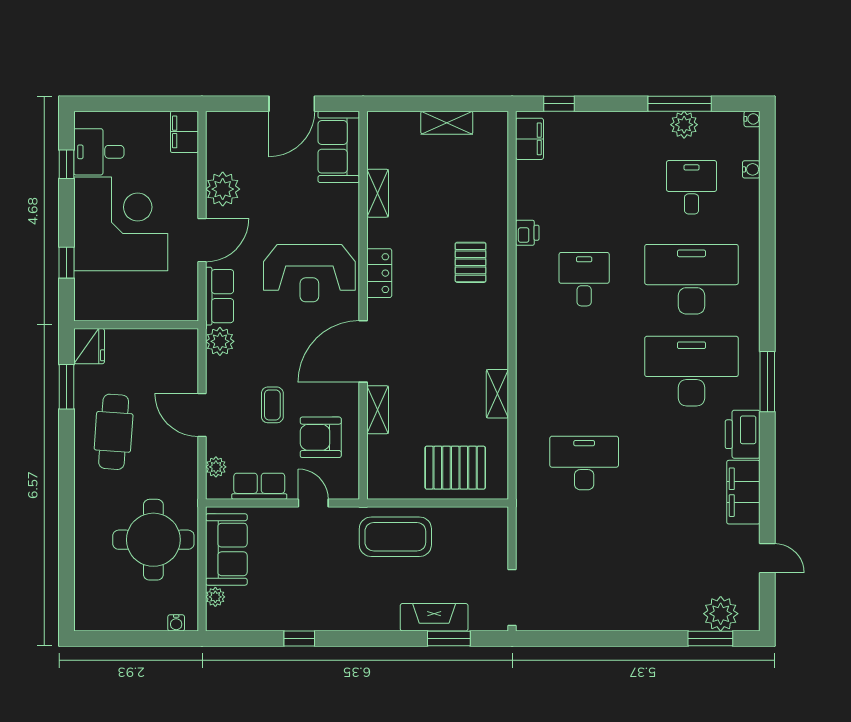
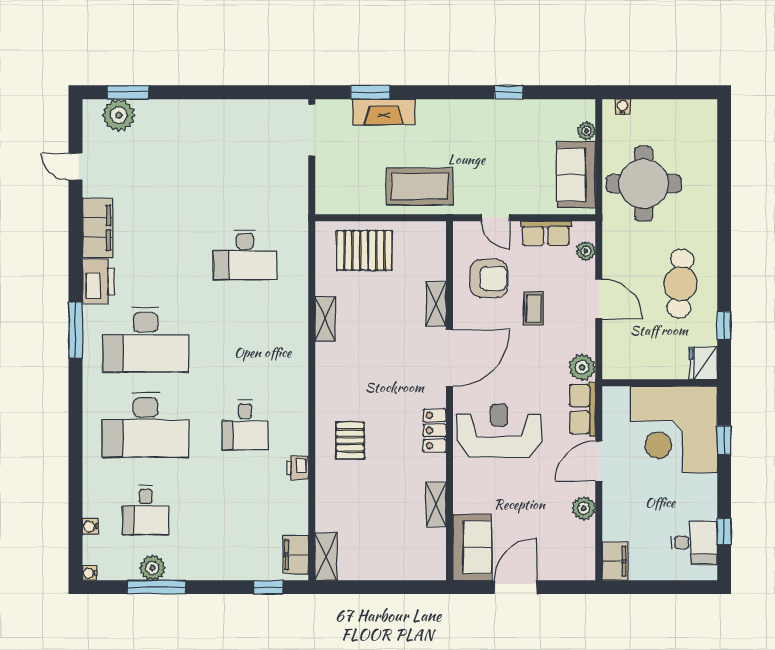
shelving: (447, 123) -> (326, 556), moved, turned 90
plant: (223, 189) -> (584, 508), width x0.73, depth x0.73
corner desk: (121, 224) -> (674, 430), moved
window: (66, 387) -> (724, 325), width x0.67

